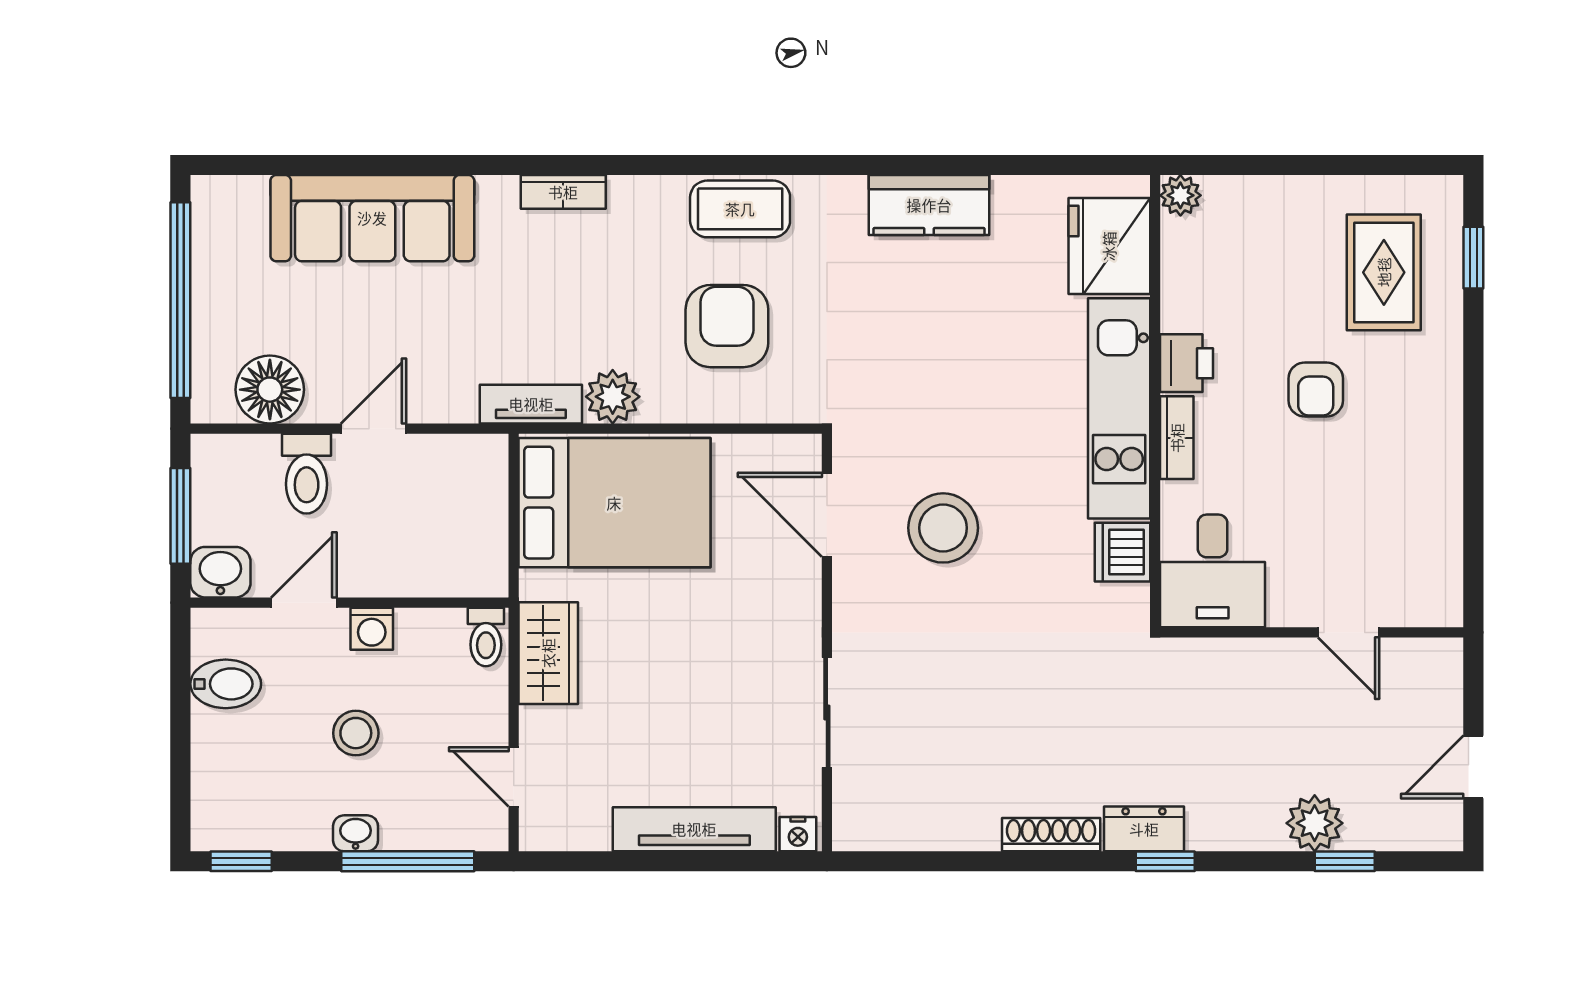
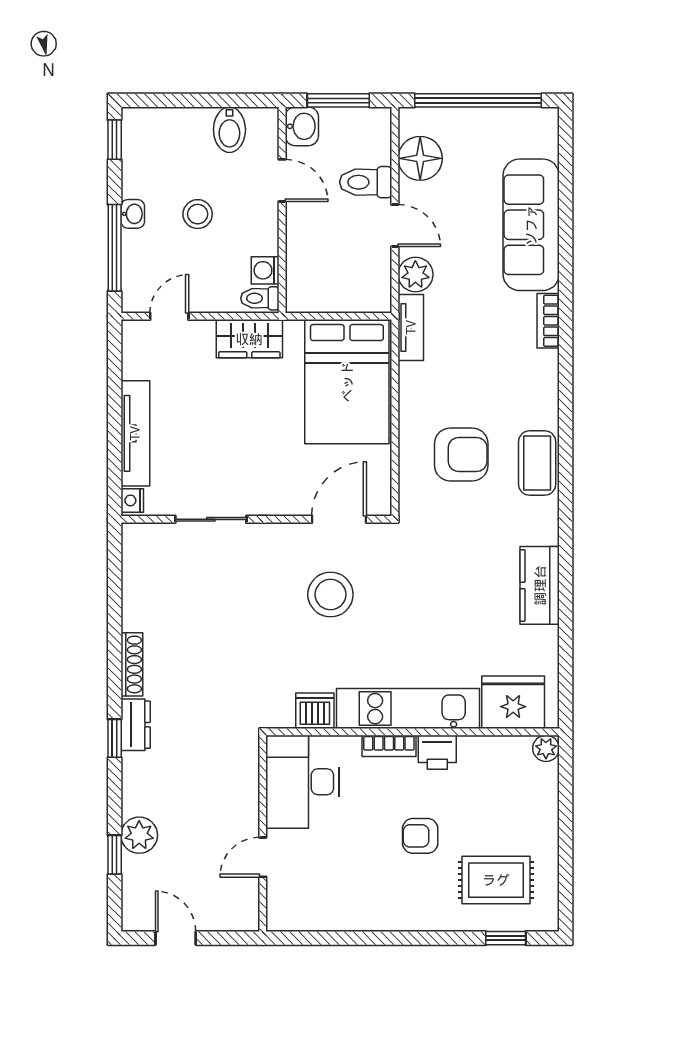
bookcase: (563, 192) -> (548, 321), moved
plant: (613, 397) -> (415, 275), moved
desk: (1213, 571) -> (303, 782), width x1.37
washing machine: (372, 629) -> (265, 270), moved

